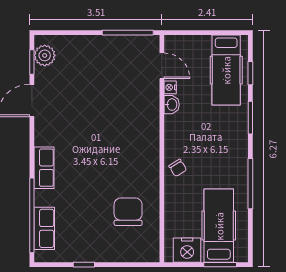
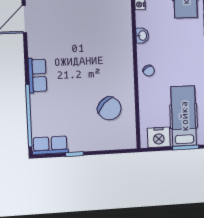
washbasin: (172, 105) -> (142, 35), moved
chair: (128, 212) -> (109, 109), turned 134
row of seats: (44, 228) -> (50, 145), moved, turned -90

